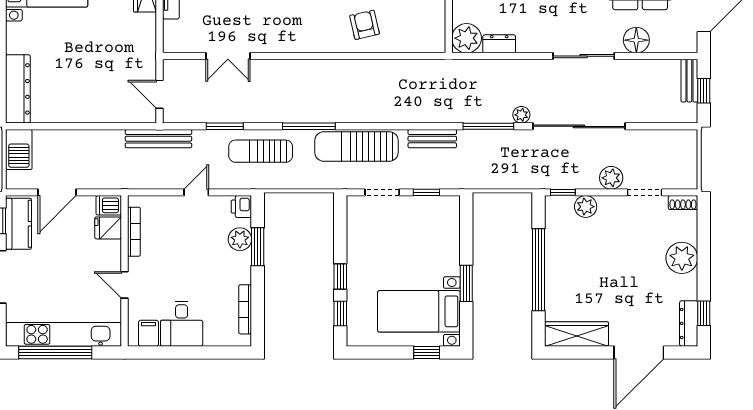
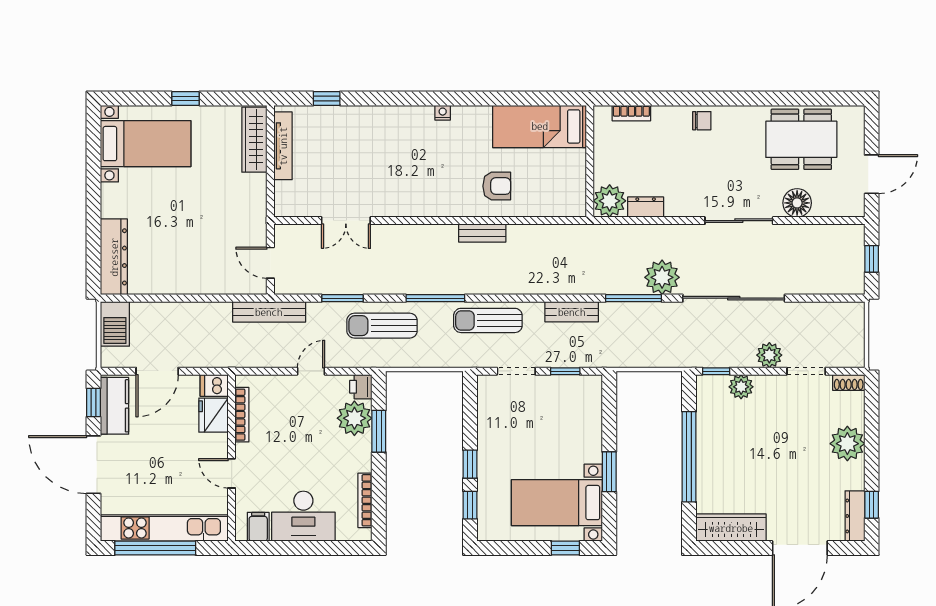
armchair: (365, 25) -> (497, 186), turned 103
bench: (689, 81) -> (482, 233), moved, turned 90
plant: (521, 115) -> (662, 277), width x1.88, depth x1.88
sun lounger: (356, 147) -> (488, 320), width x0.73, depth x0.75
fridge: (108, 228) -> (213, 415), width x1.38
plant: (240, 239) -> (354, 418), width x1.36, depth x1.36
desk: (182, 324) -> (303, 516), width x1.37

